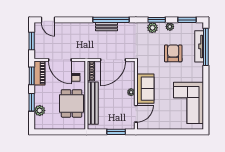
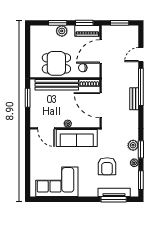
door: (48, 20) -> (141, 55), moved
window: (111, 20) -> (141, 87), moved
window: (206, 47) -> (114, 199), width x0.68
armchair: (173, 53) -> (107, 166), turned 90
sofa: (145, 89) -> (77, 138), width x1.36
plant: (40, 111) -> (62, 31), moved
window: (116, 132) -> (28, 98), moved

